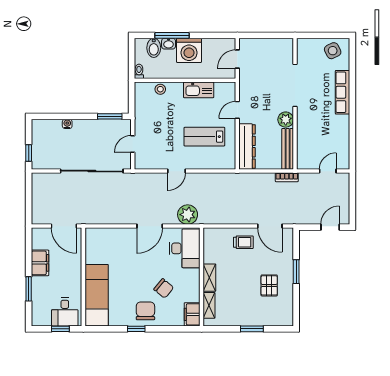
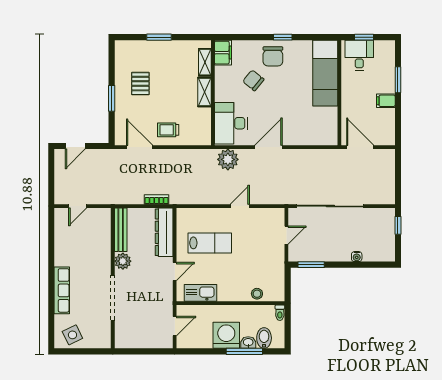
kitchen sink: (199, 90) -> (200, 293), moved
bookcase: (287, 177) -> (157, 199), moved
filing cabinet: (40, 263) -> (386, 101), width x0.50

